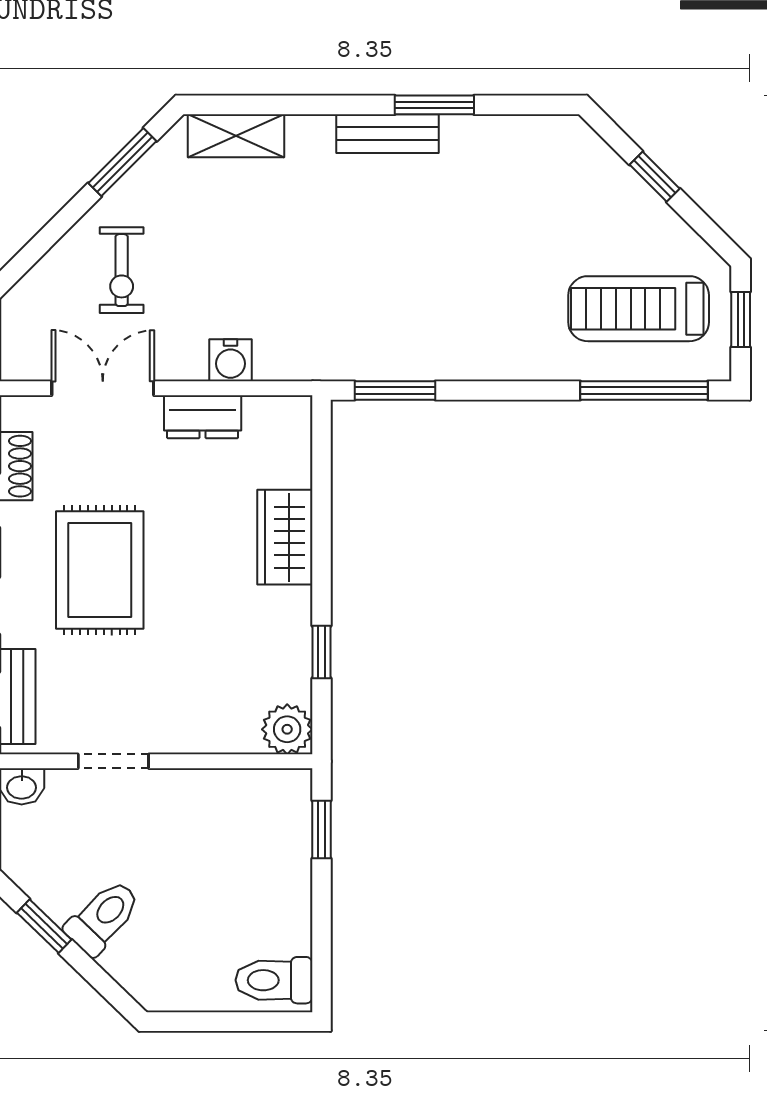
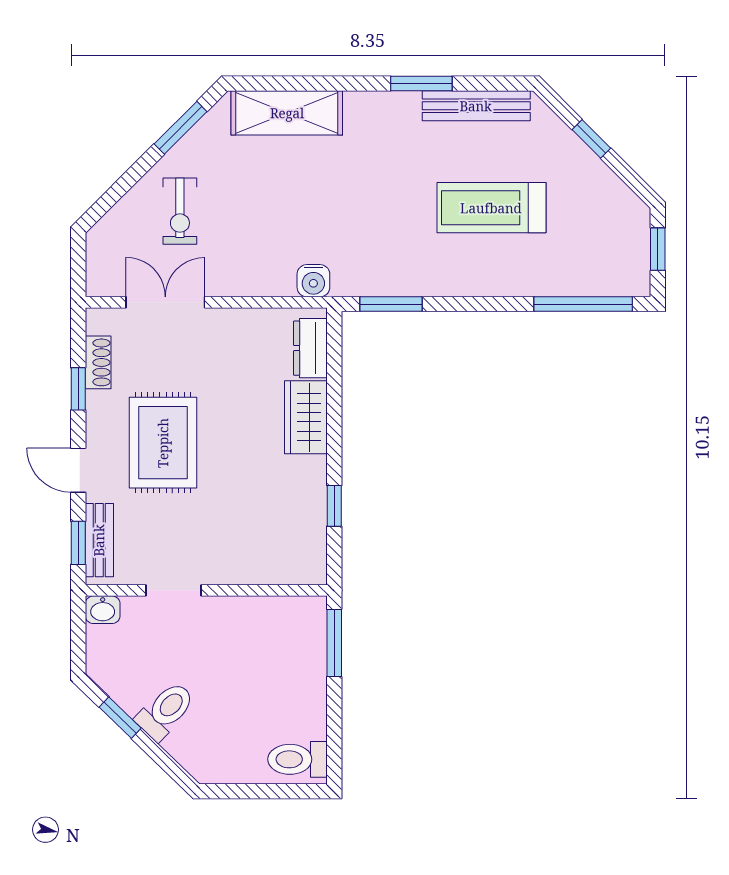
bench: (387, 134) -> (476, 106), moved, width x1.36
shelving: (236, 136) -> (287, 113), width x1.50, depth x1.33
treadmill: (639, 309) -> (491, 208), moved
water cooler: (230, 360) -> (313, 281), moved
dresser: (203, 417) -> (310, 348), moved, turned 90
plant: (287, 729) -> (308, 566), removed
window: (322, 830) -> (334, 643), width x1.50

